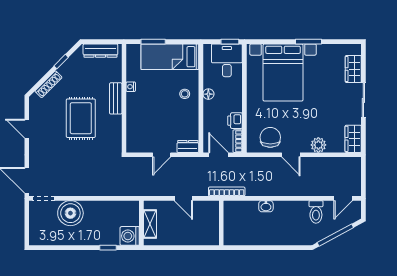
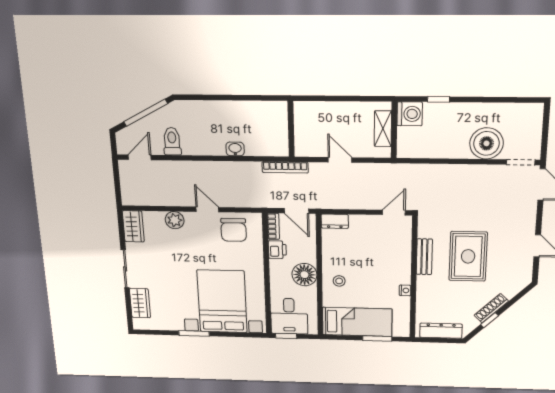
shoe rack: (48, 84) -> (491, 308), moved
floor lamp: (208, 94) -> (304, 275), width x1.89, depth x1.89
bench: (116, 98) -> (424, 257), moved
door: (162, 155) -> (394, 213), moved

